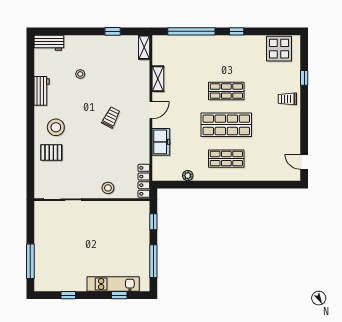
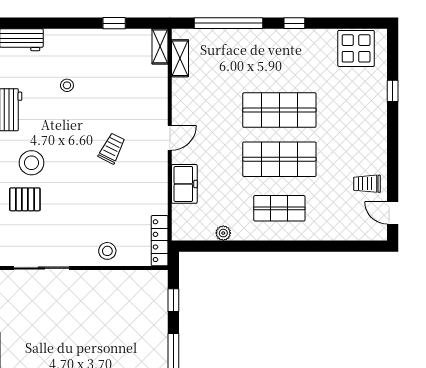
shelving: (158, 79) -> (180, 58), moved
shop shelf: (226, 91) -> (279, 110), width x1.43, depth x1.36
trolley: (287, 99) -> (367, 184), moved

